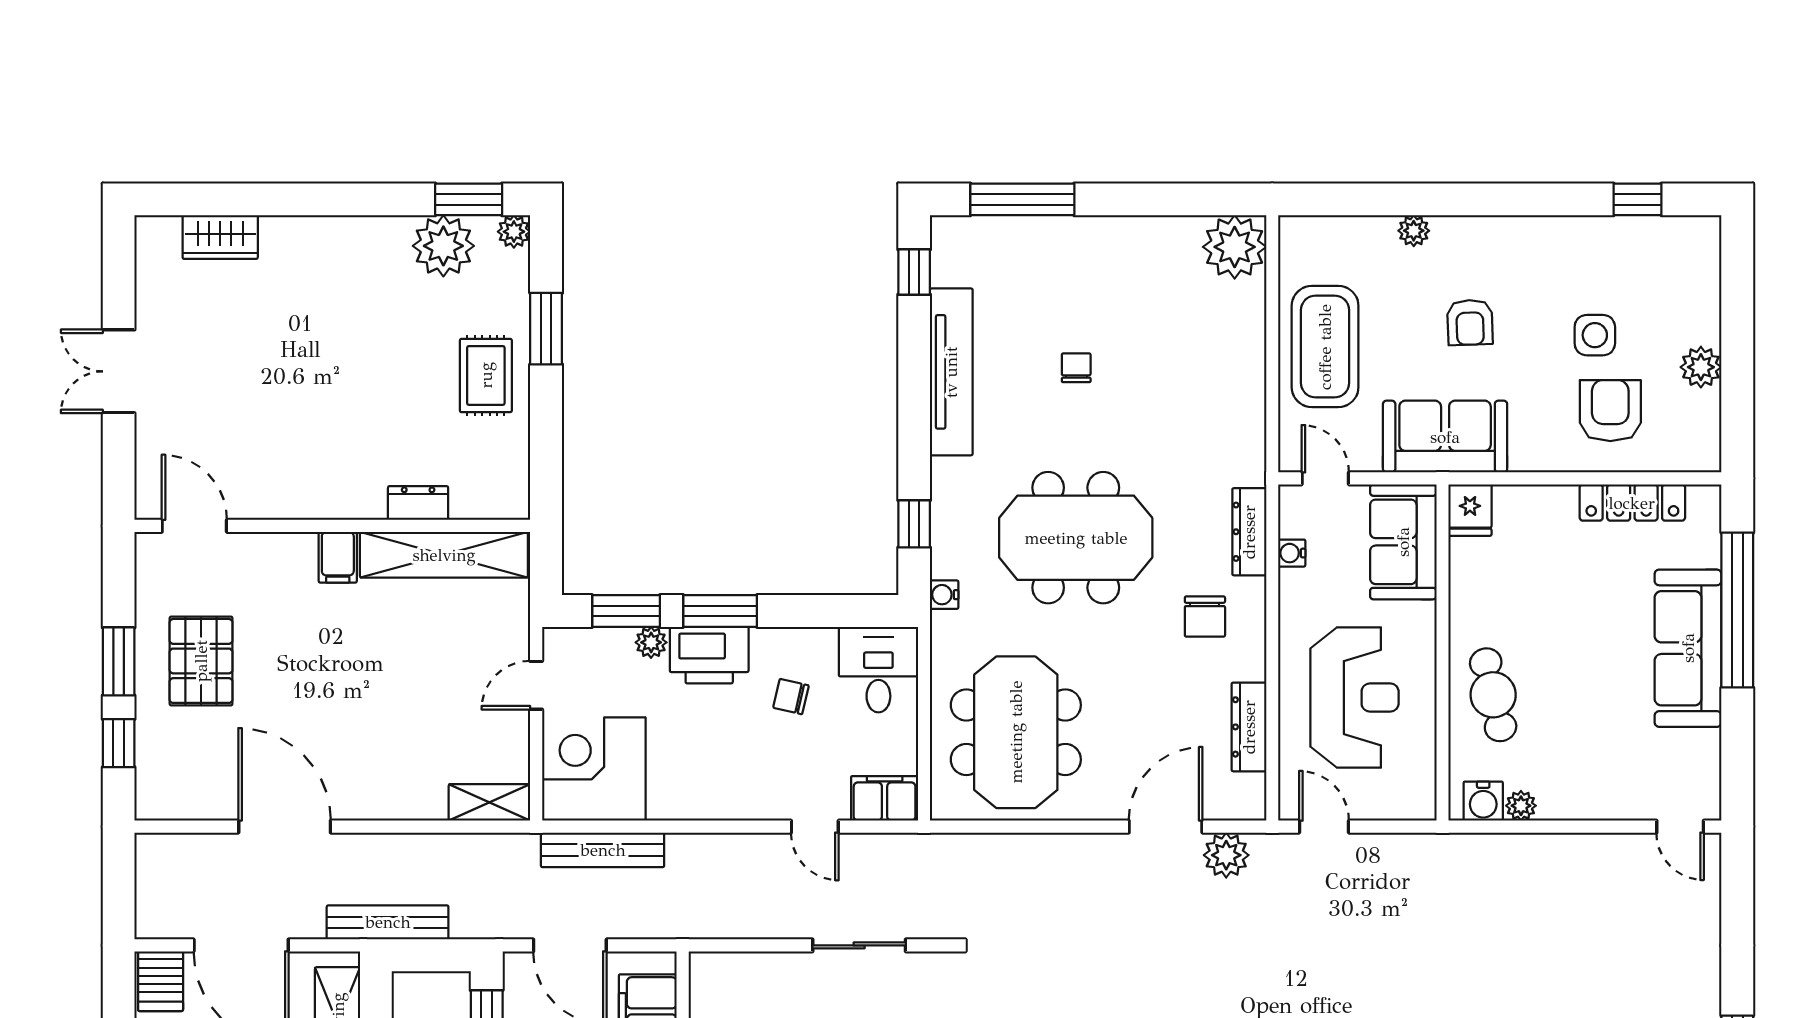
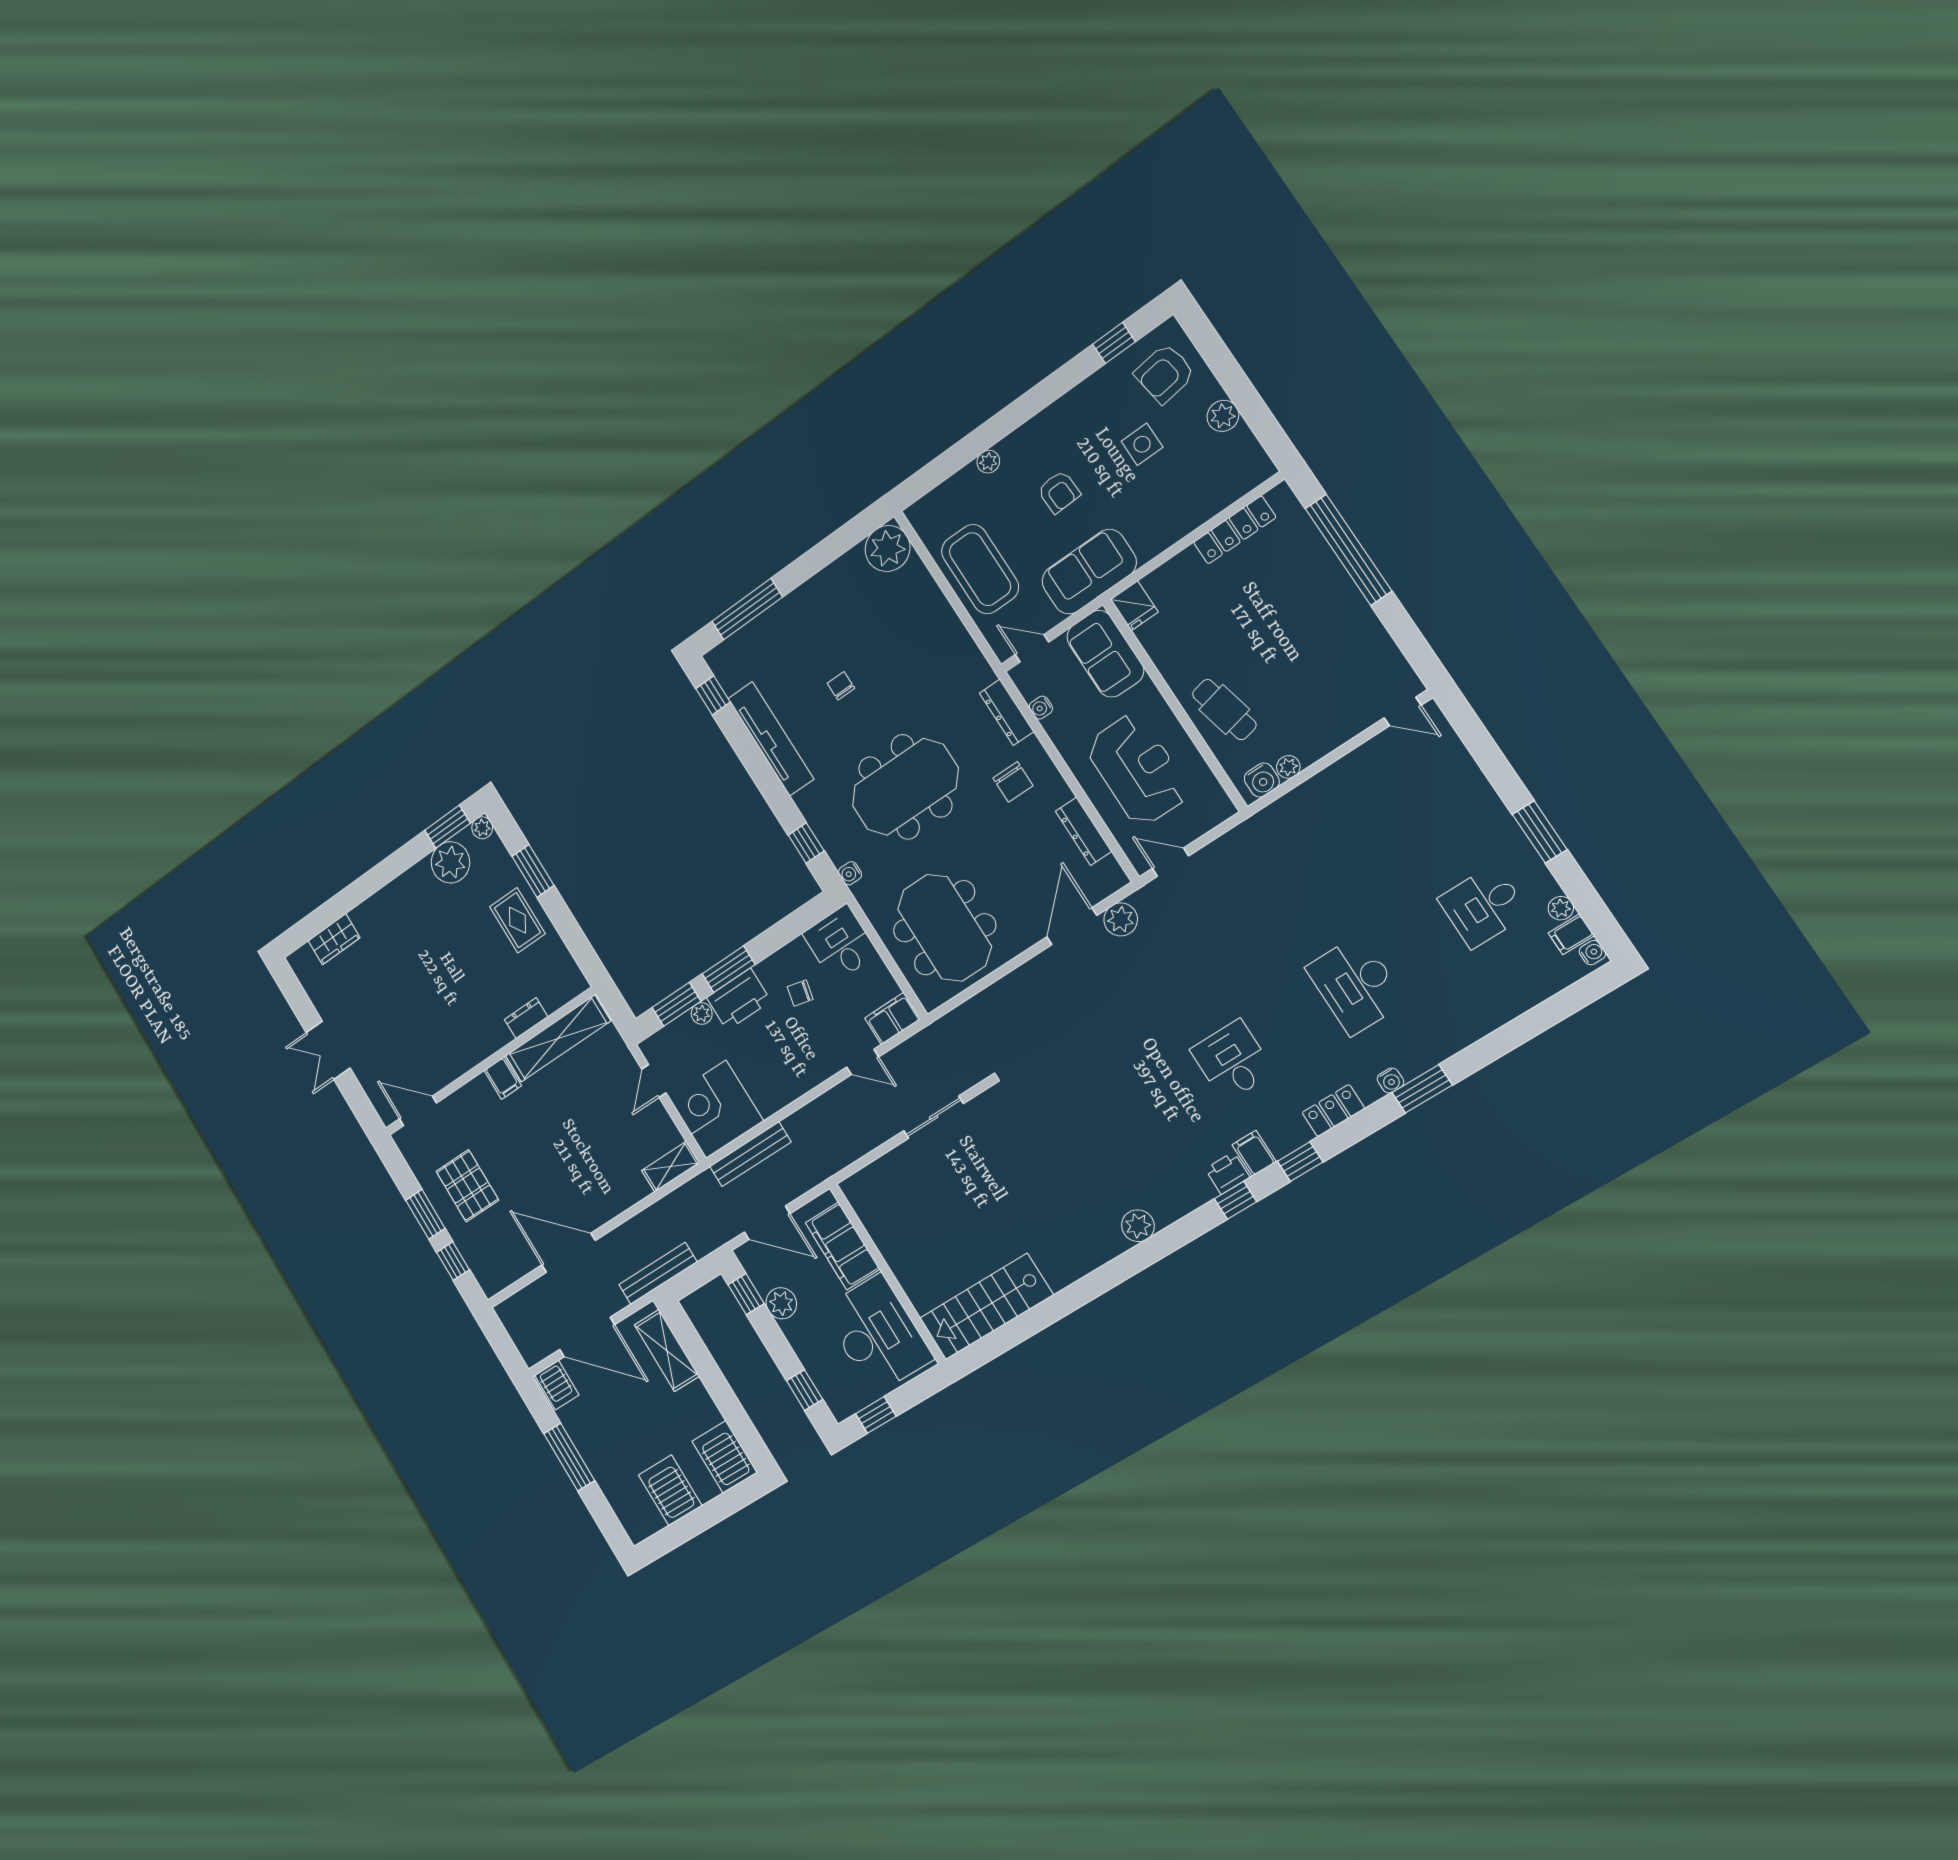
armchair: (1610, 411) -> (1165, 373), moved, turned -98
sofa: (1688, 648) -> (1332, 596), removed

